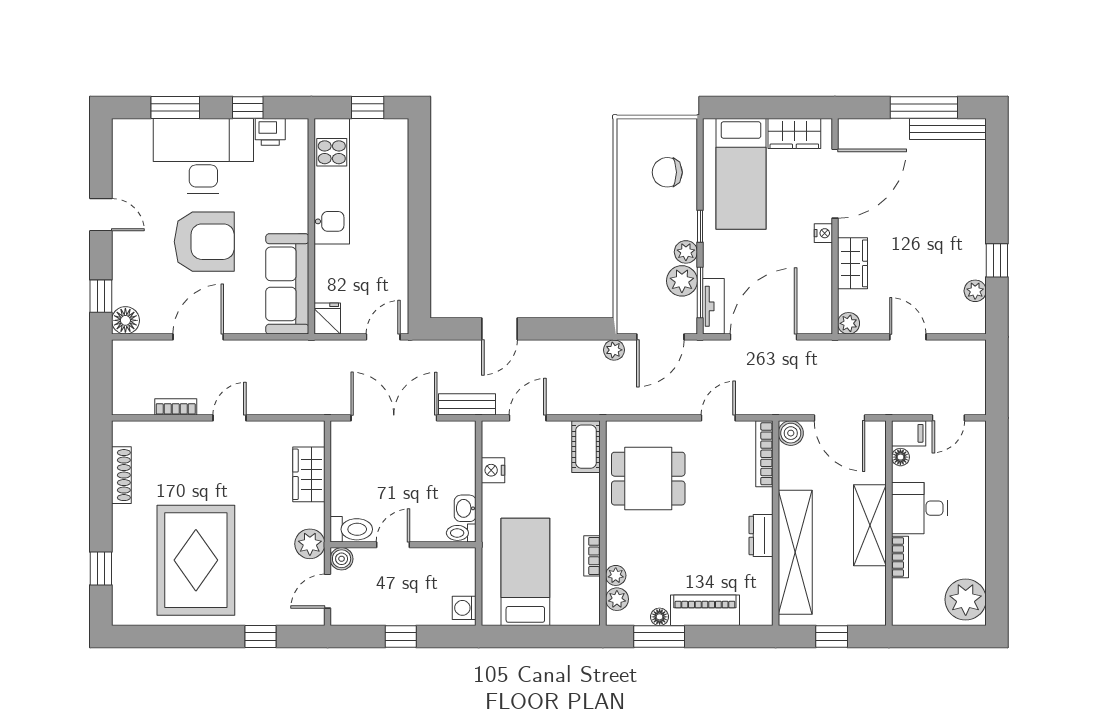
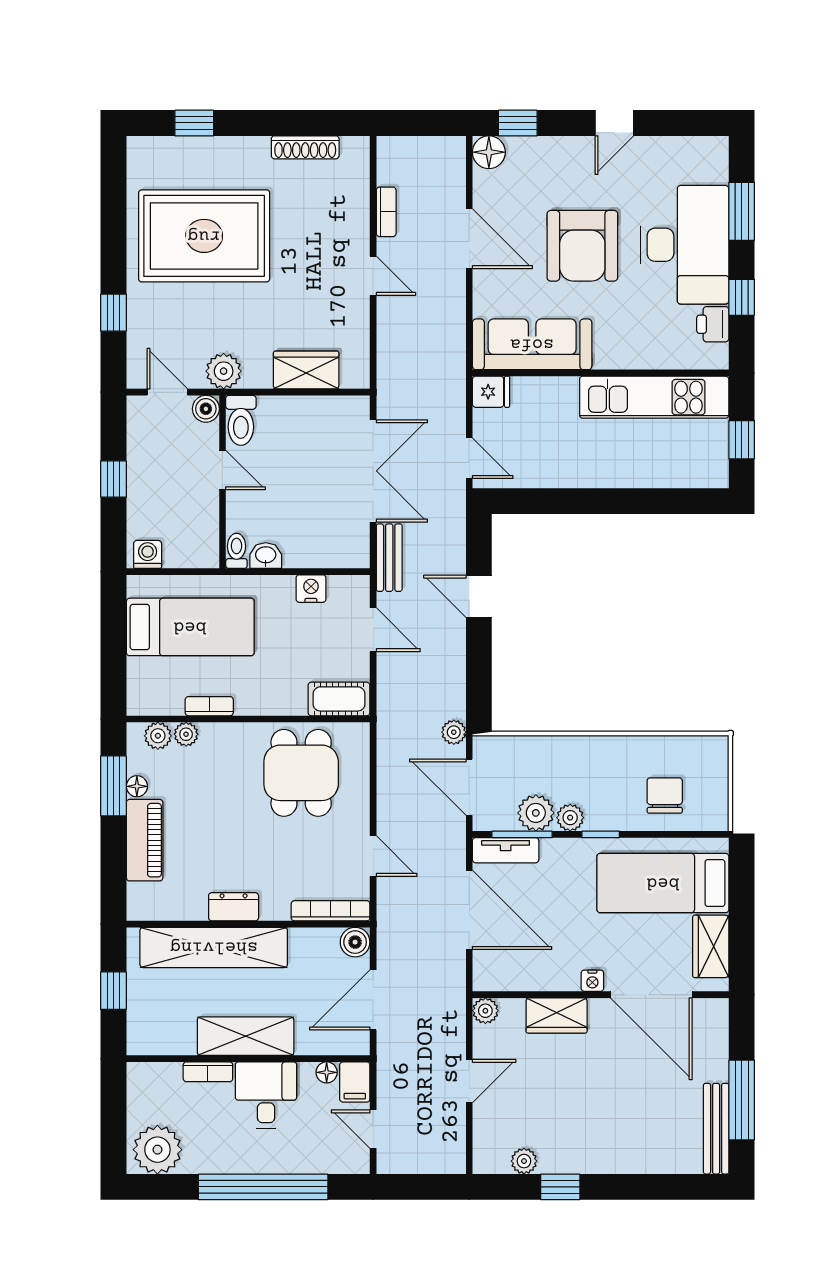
window: (997, 510) -> (263, 1187), added

